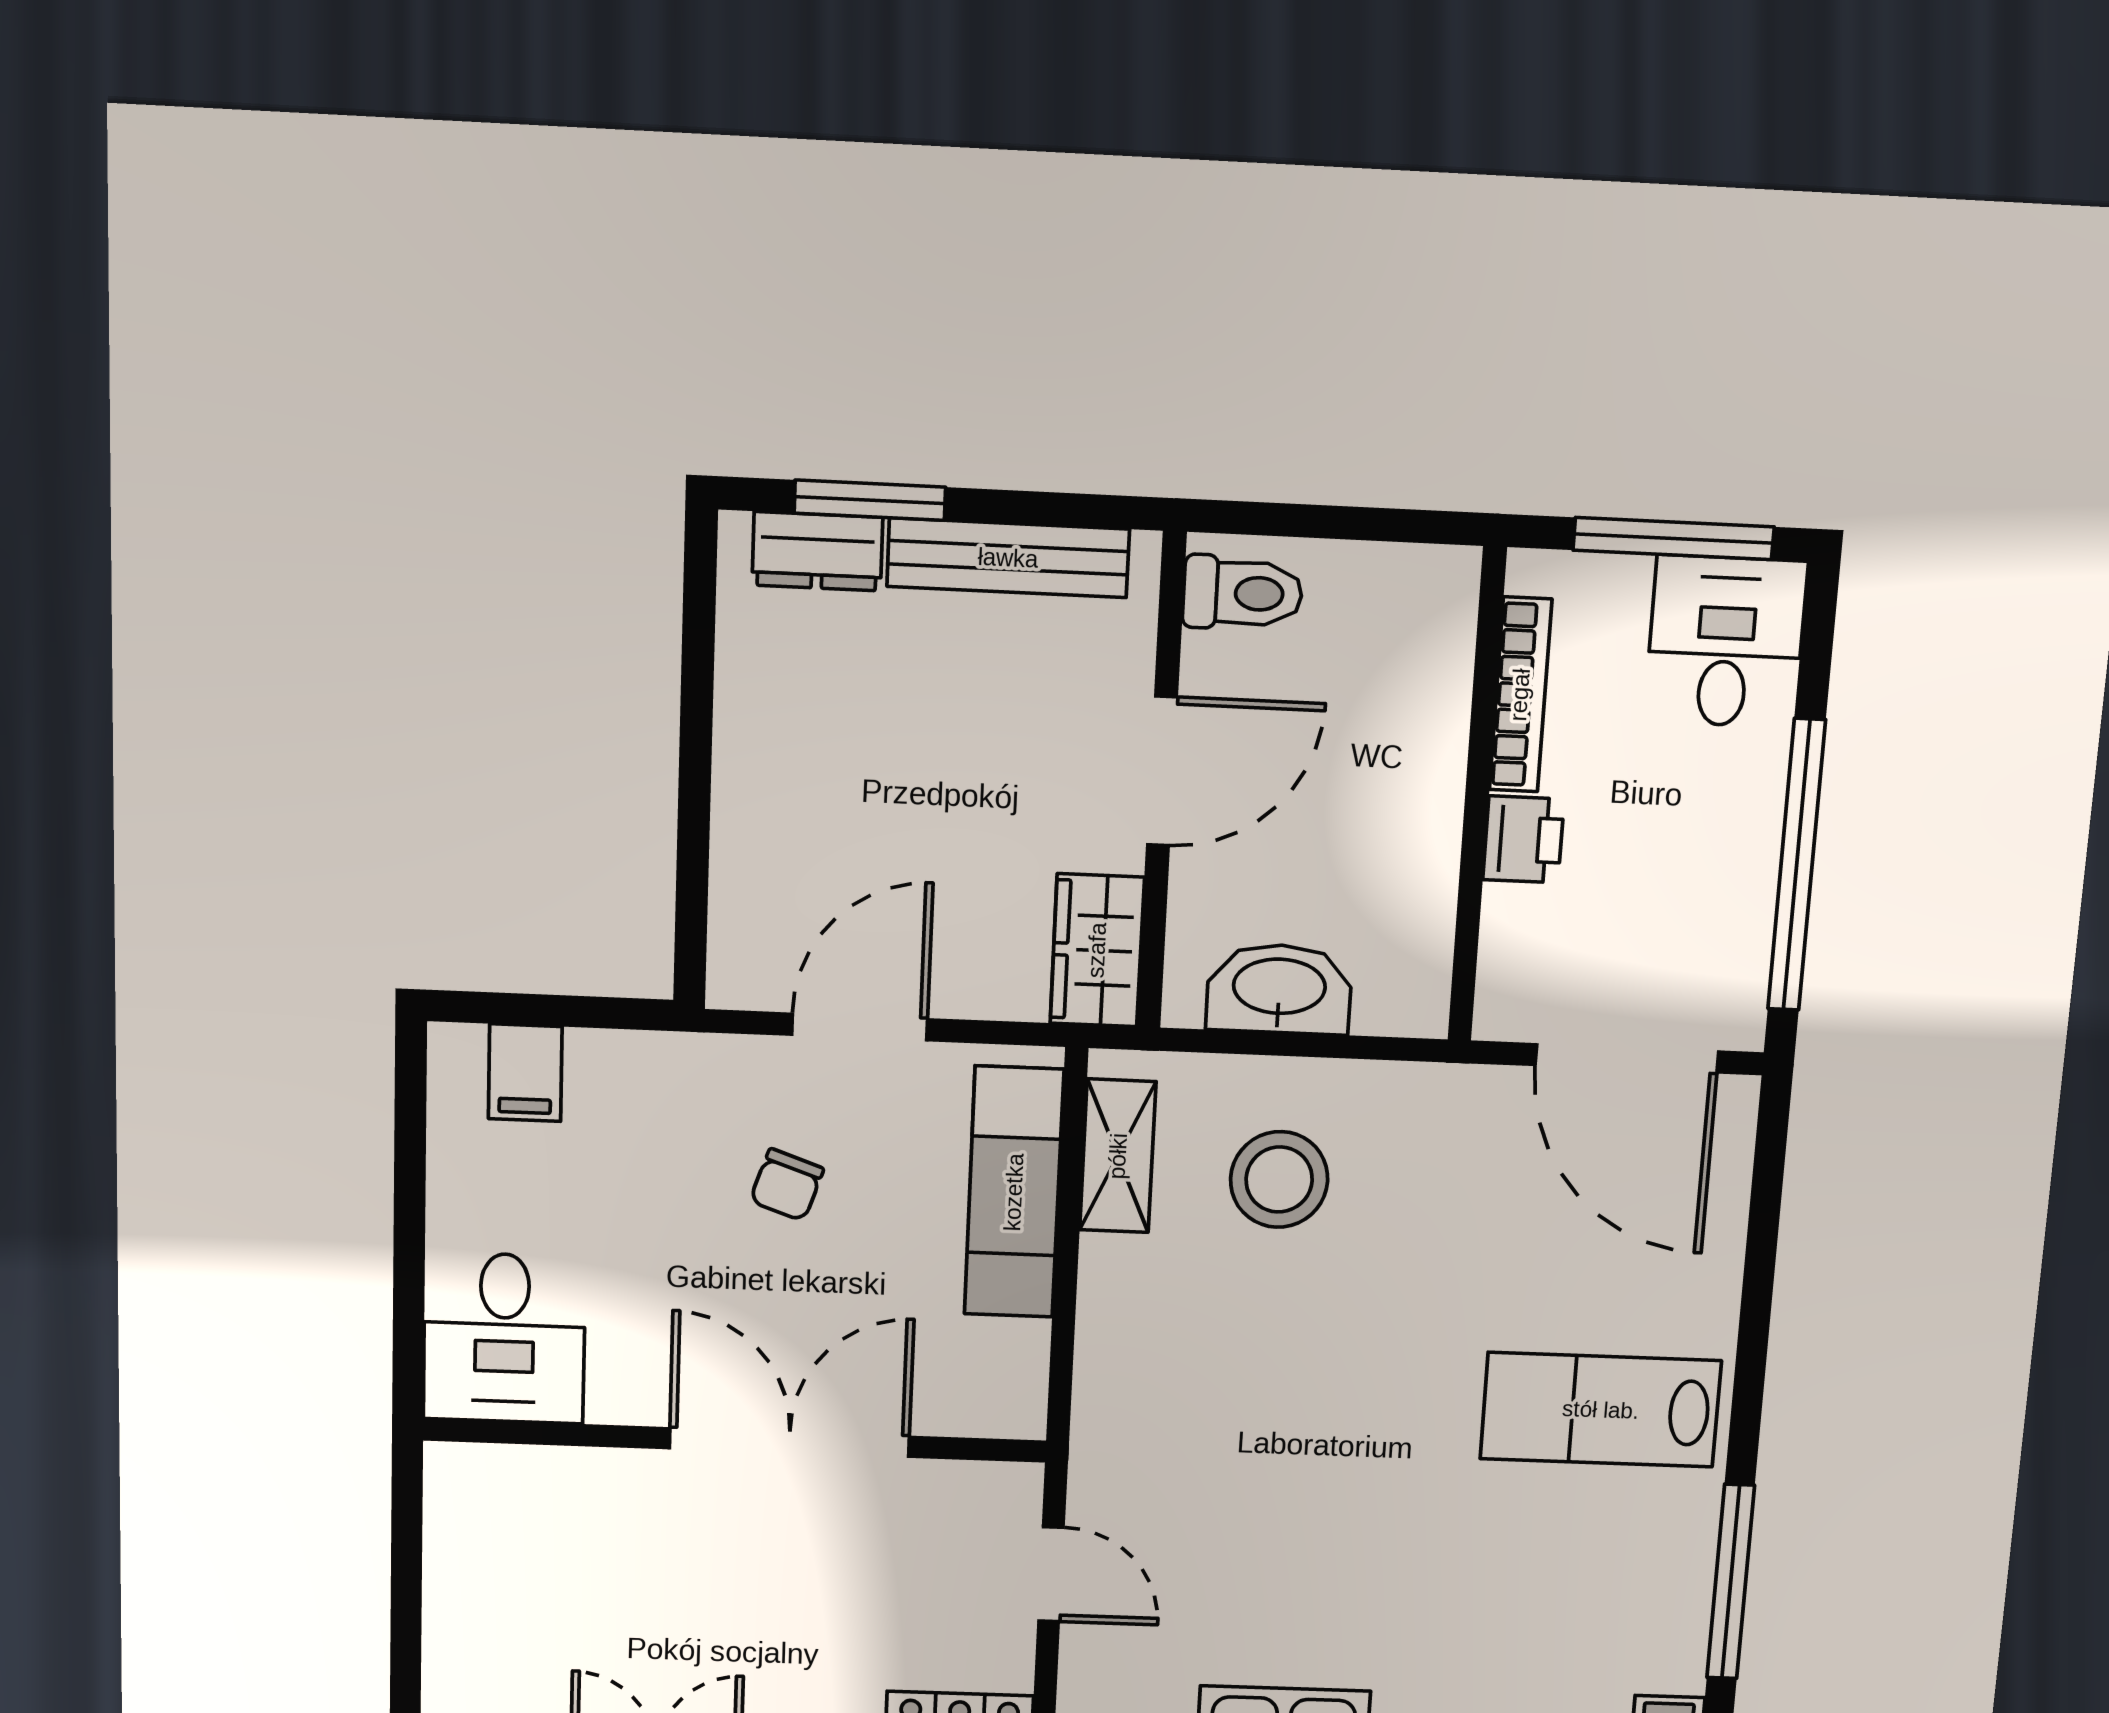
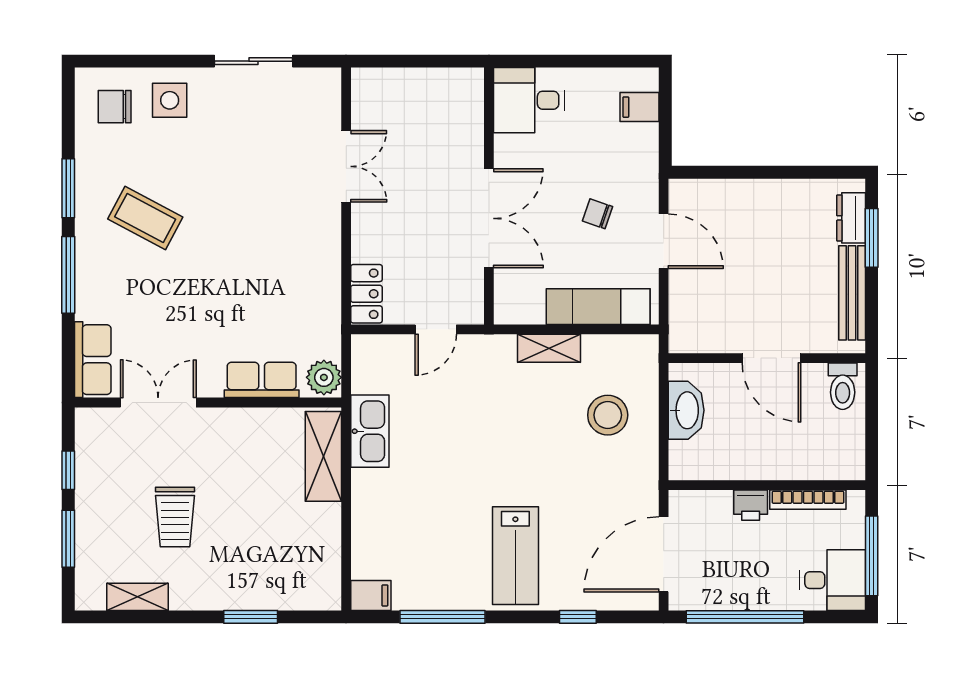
wardrobe: (1097, 950) -> (699, 336), removed
shelving: (1118, 1156) -> (549, 348), moved
window: (1759, 1269) -> (578, 617), added
lab bench: (1601, 1410) -> (515, 556), turned 180

